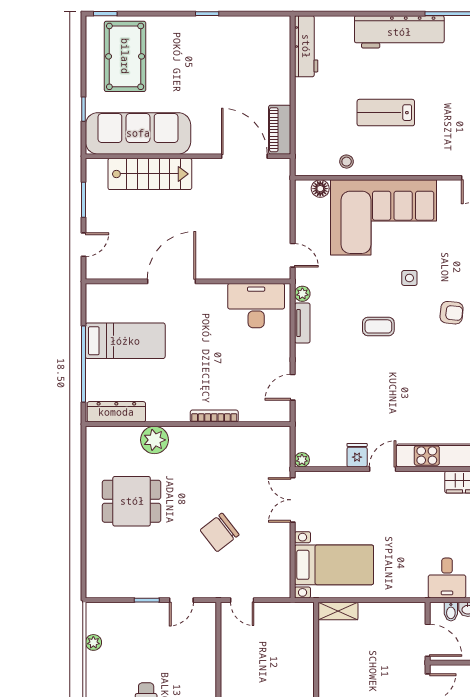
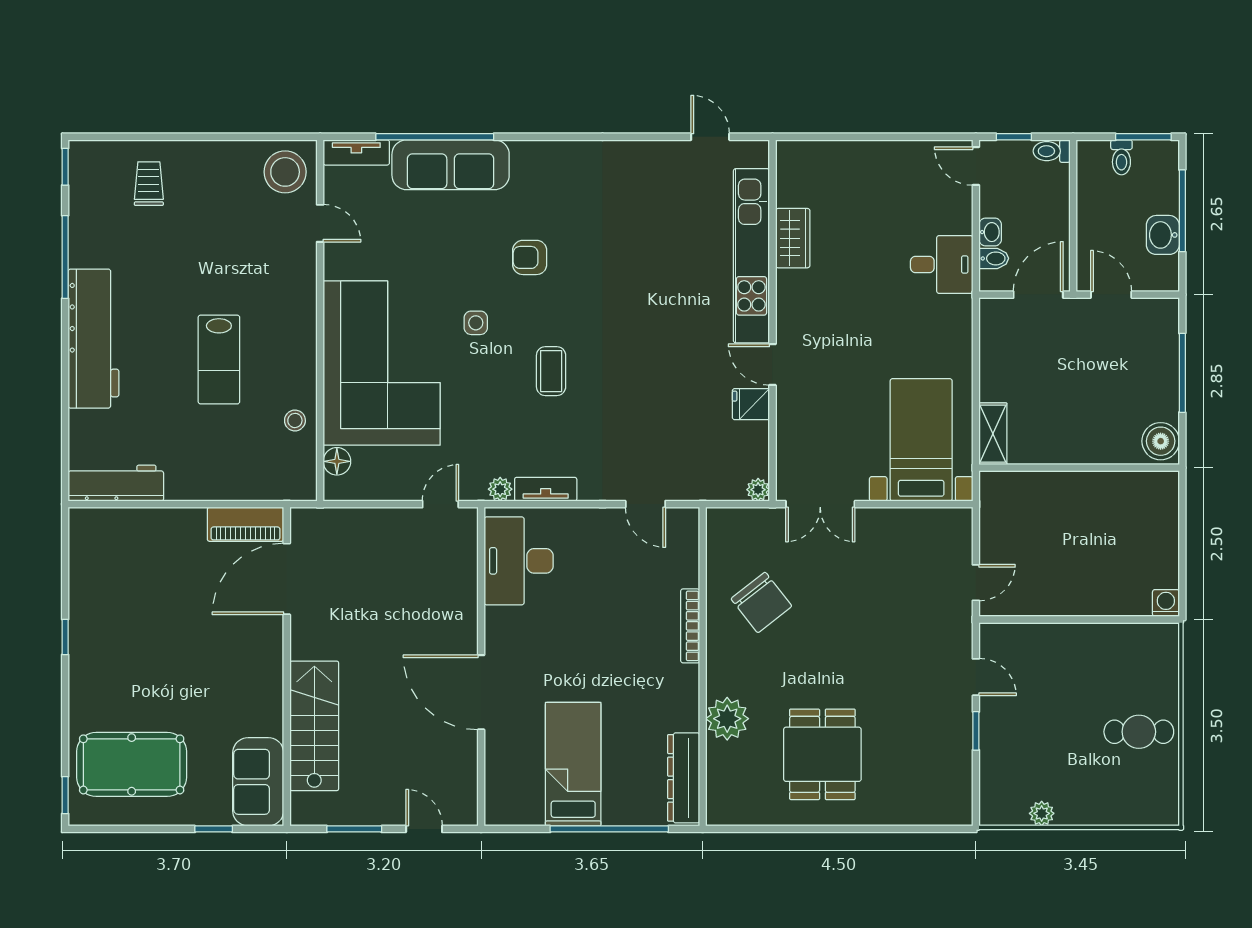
sofa: (138, 133) -> (258, 782), width x0.54, depth x0.79
armchair: (452, 313) -> (530, 257), turned -96
chair: (220, 532) -> (761, 602), moved

